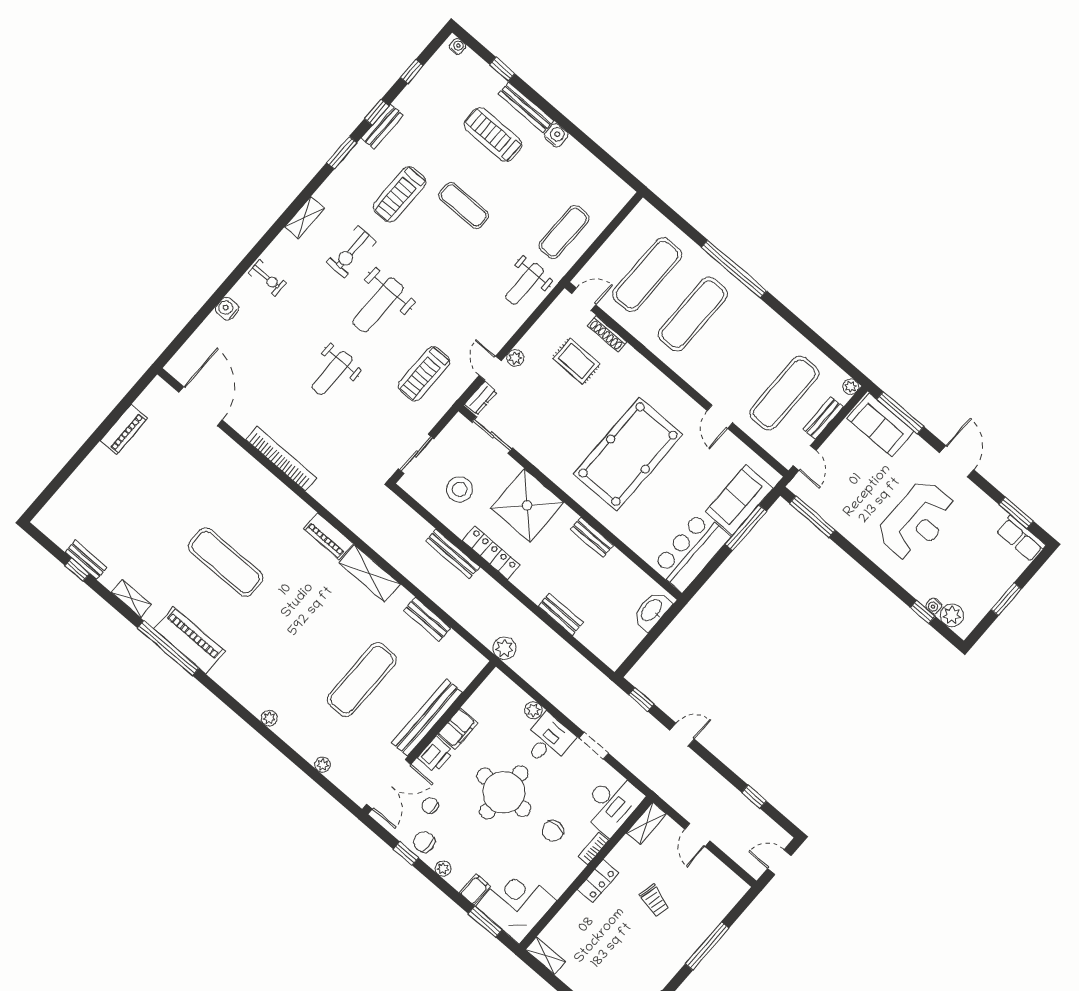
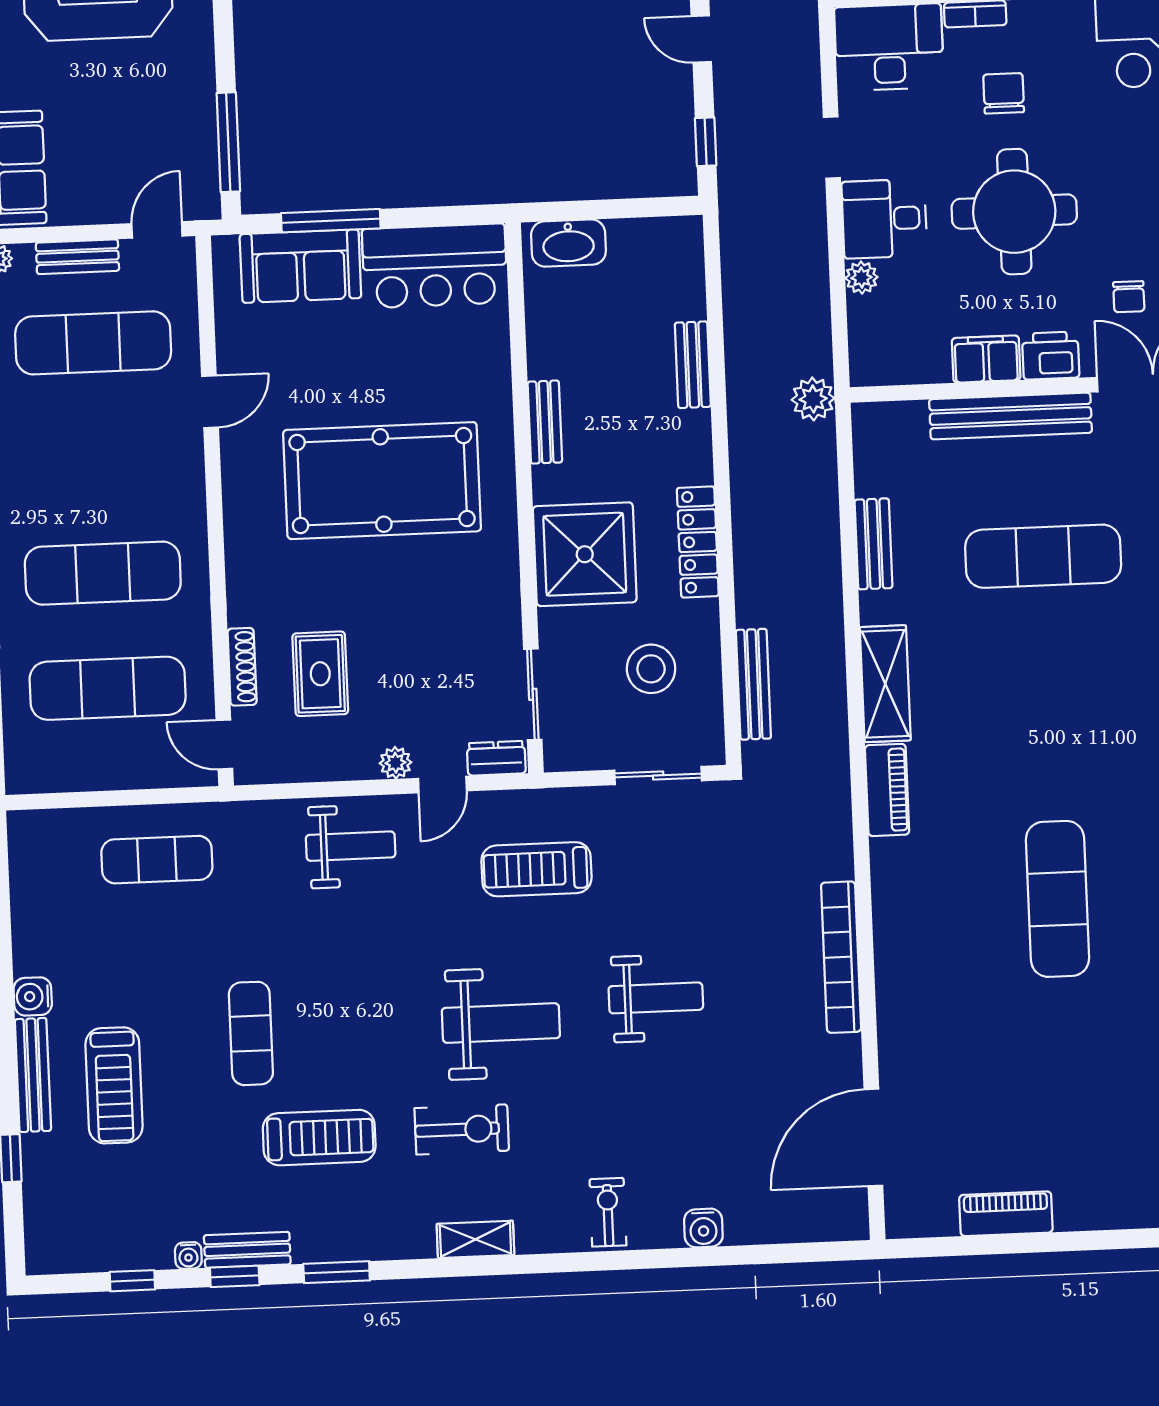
water cooler: (458, 46) -> (188, 1255), moved, turned -90
weight bench: (525, 284) -> (351, 846), moved
treadmill: (424, 374) -> (536, 869), turned 180
bench: (453, 554) -> (753, 684), moved
chair: (553, 831) -> (1004, 93), turned -90

